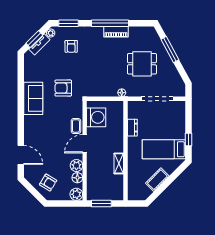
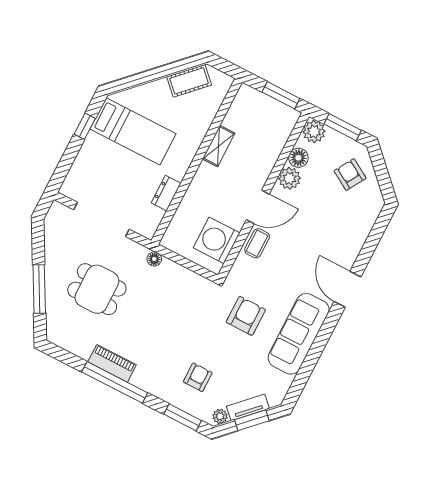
armchair: (63, 88) -> (246, 316), turned -90
sofa: (33, 98) -> (299, 334), width x1.36
door: (21, 155) -> (348, 289), moved
cot: (157, 180) -> (189, 81), moved
window: (64, 204) -> (343, 127), added

